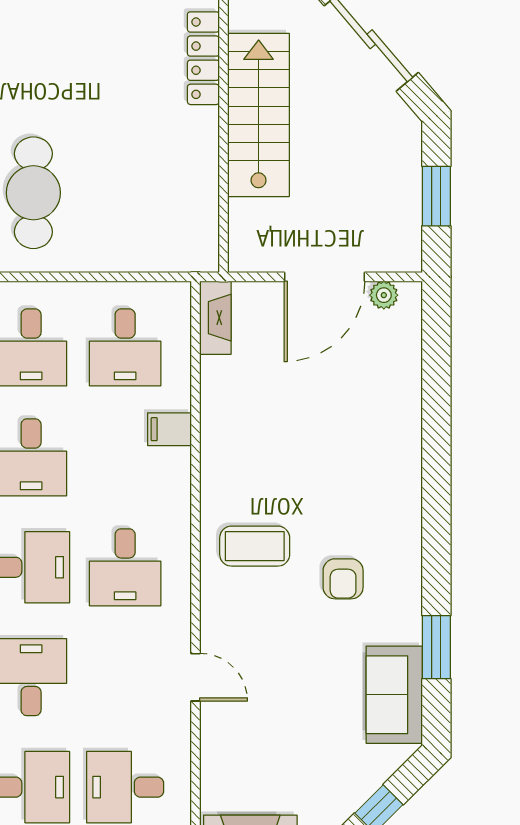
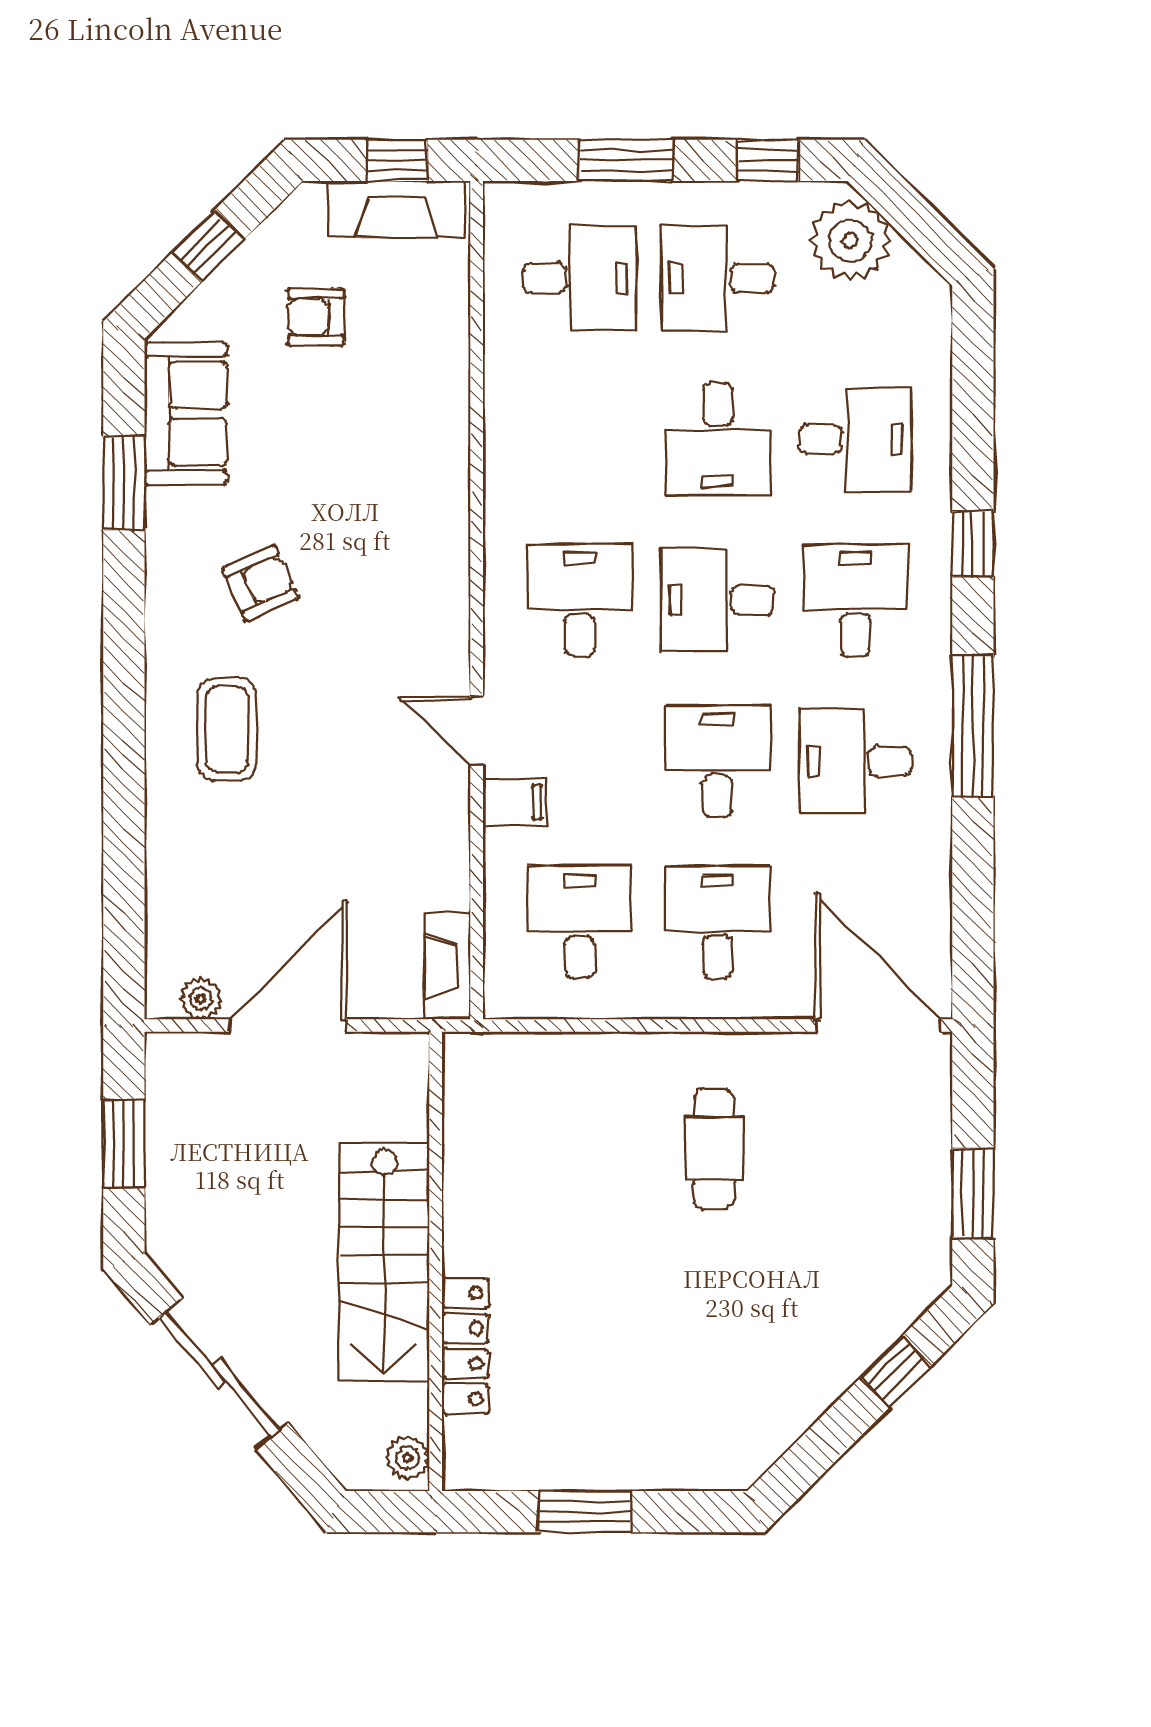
cafe table: (33, 193) -> (714, 1149), width x0.73, depth x0.74
coffee table: (255, 546) -> (227, 729), moved, turned 90
armchair: (343, 579) -> (261, 583), turned 66
door: (196, 677) -> (477, 731), moved
armchair: (305, 760) -> (316, 317), added

